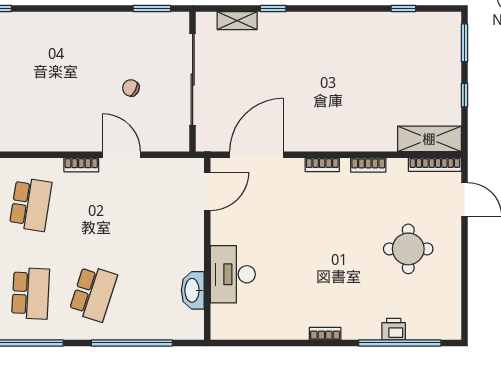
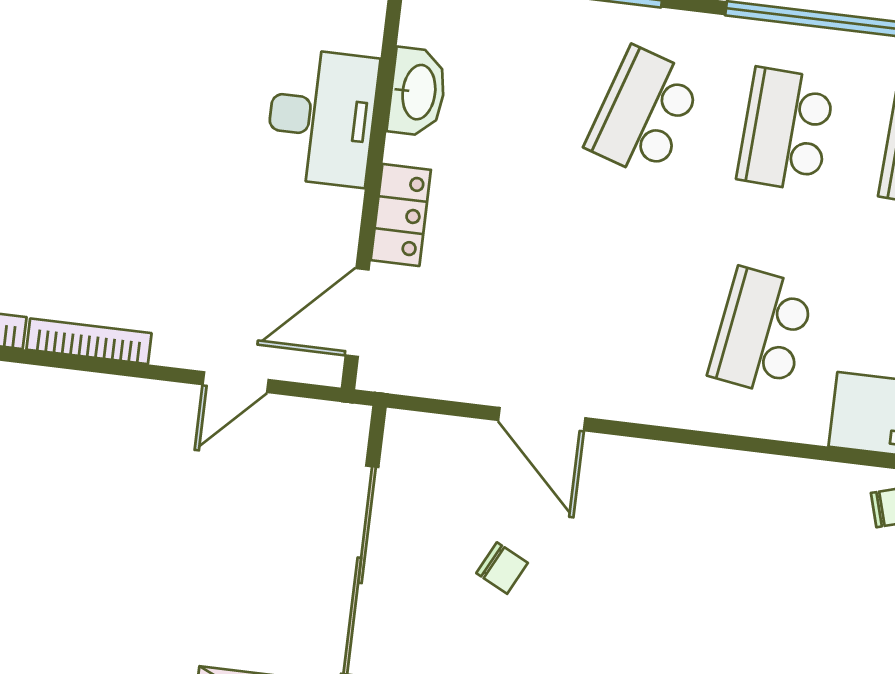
door: (256, 155) -> (236, 382), width x0.53
bookcase: (81, 165) -> (636, 407), removed
bookcase: (322, 165) -> (89, 341), width x1.56
locker: (193, 236) -> (401, 215), added

